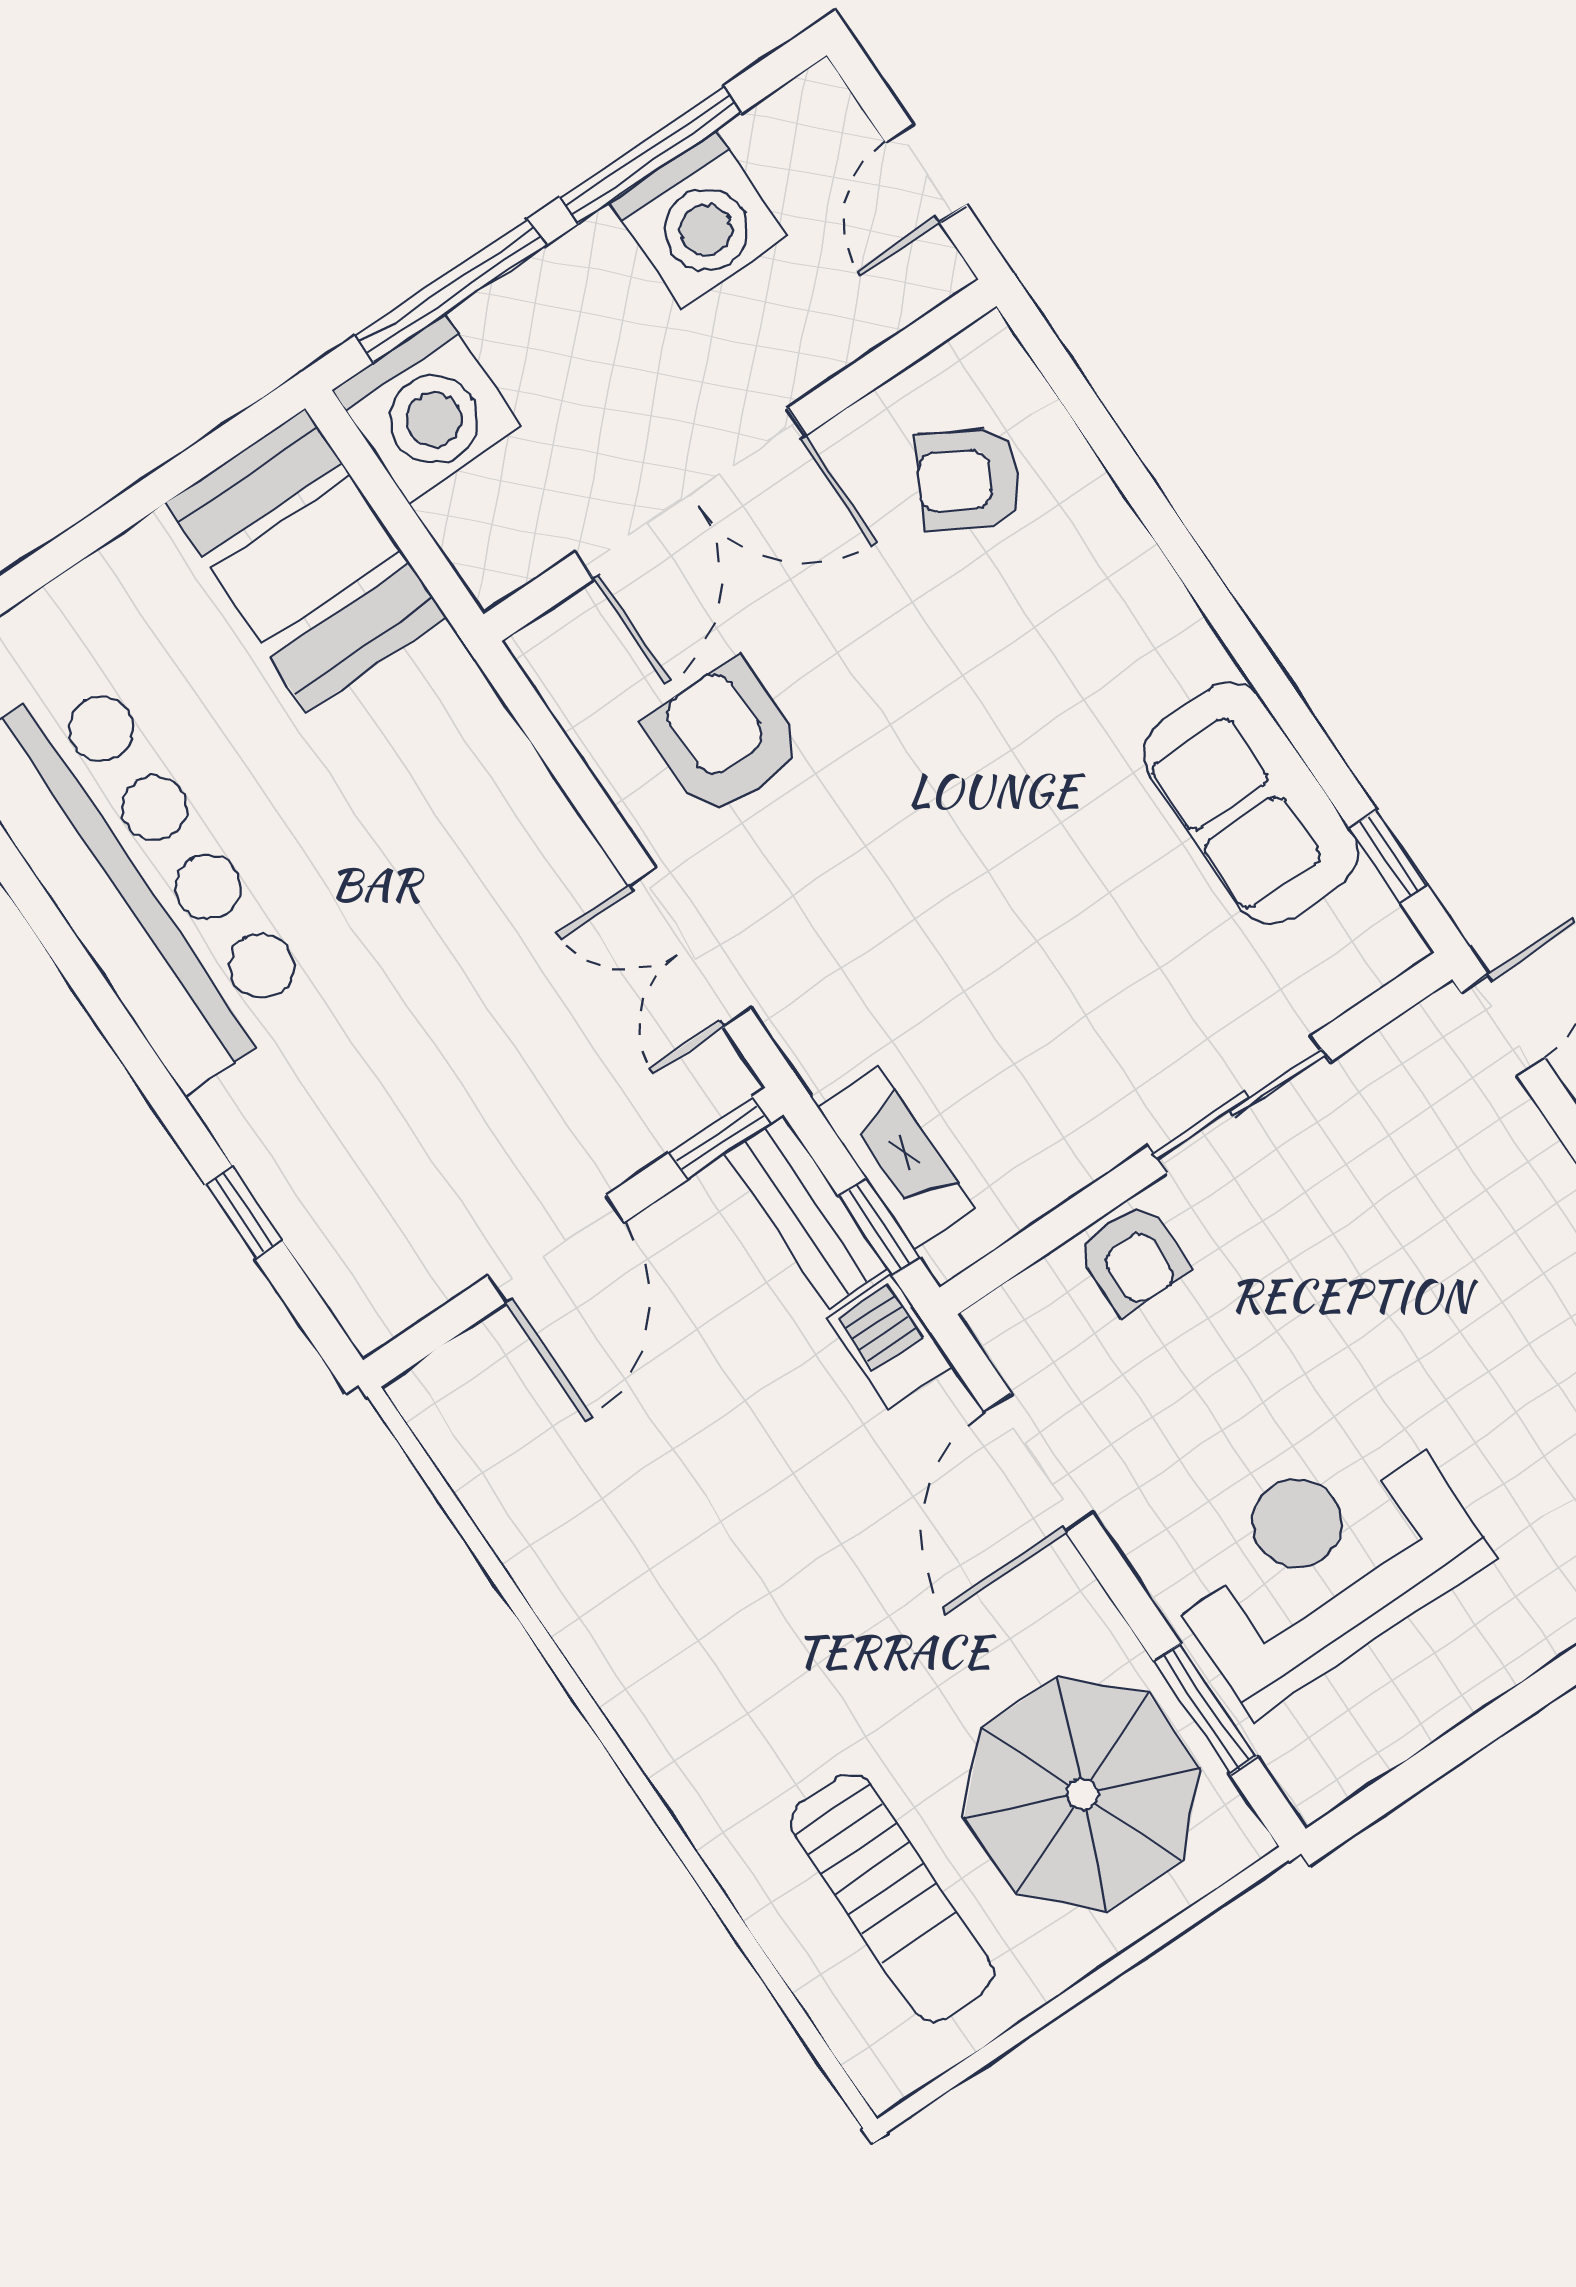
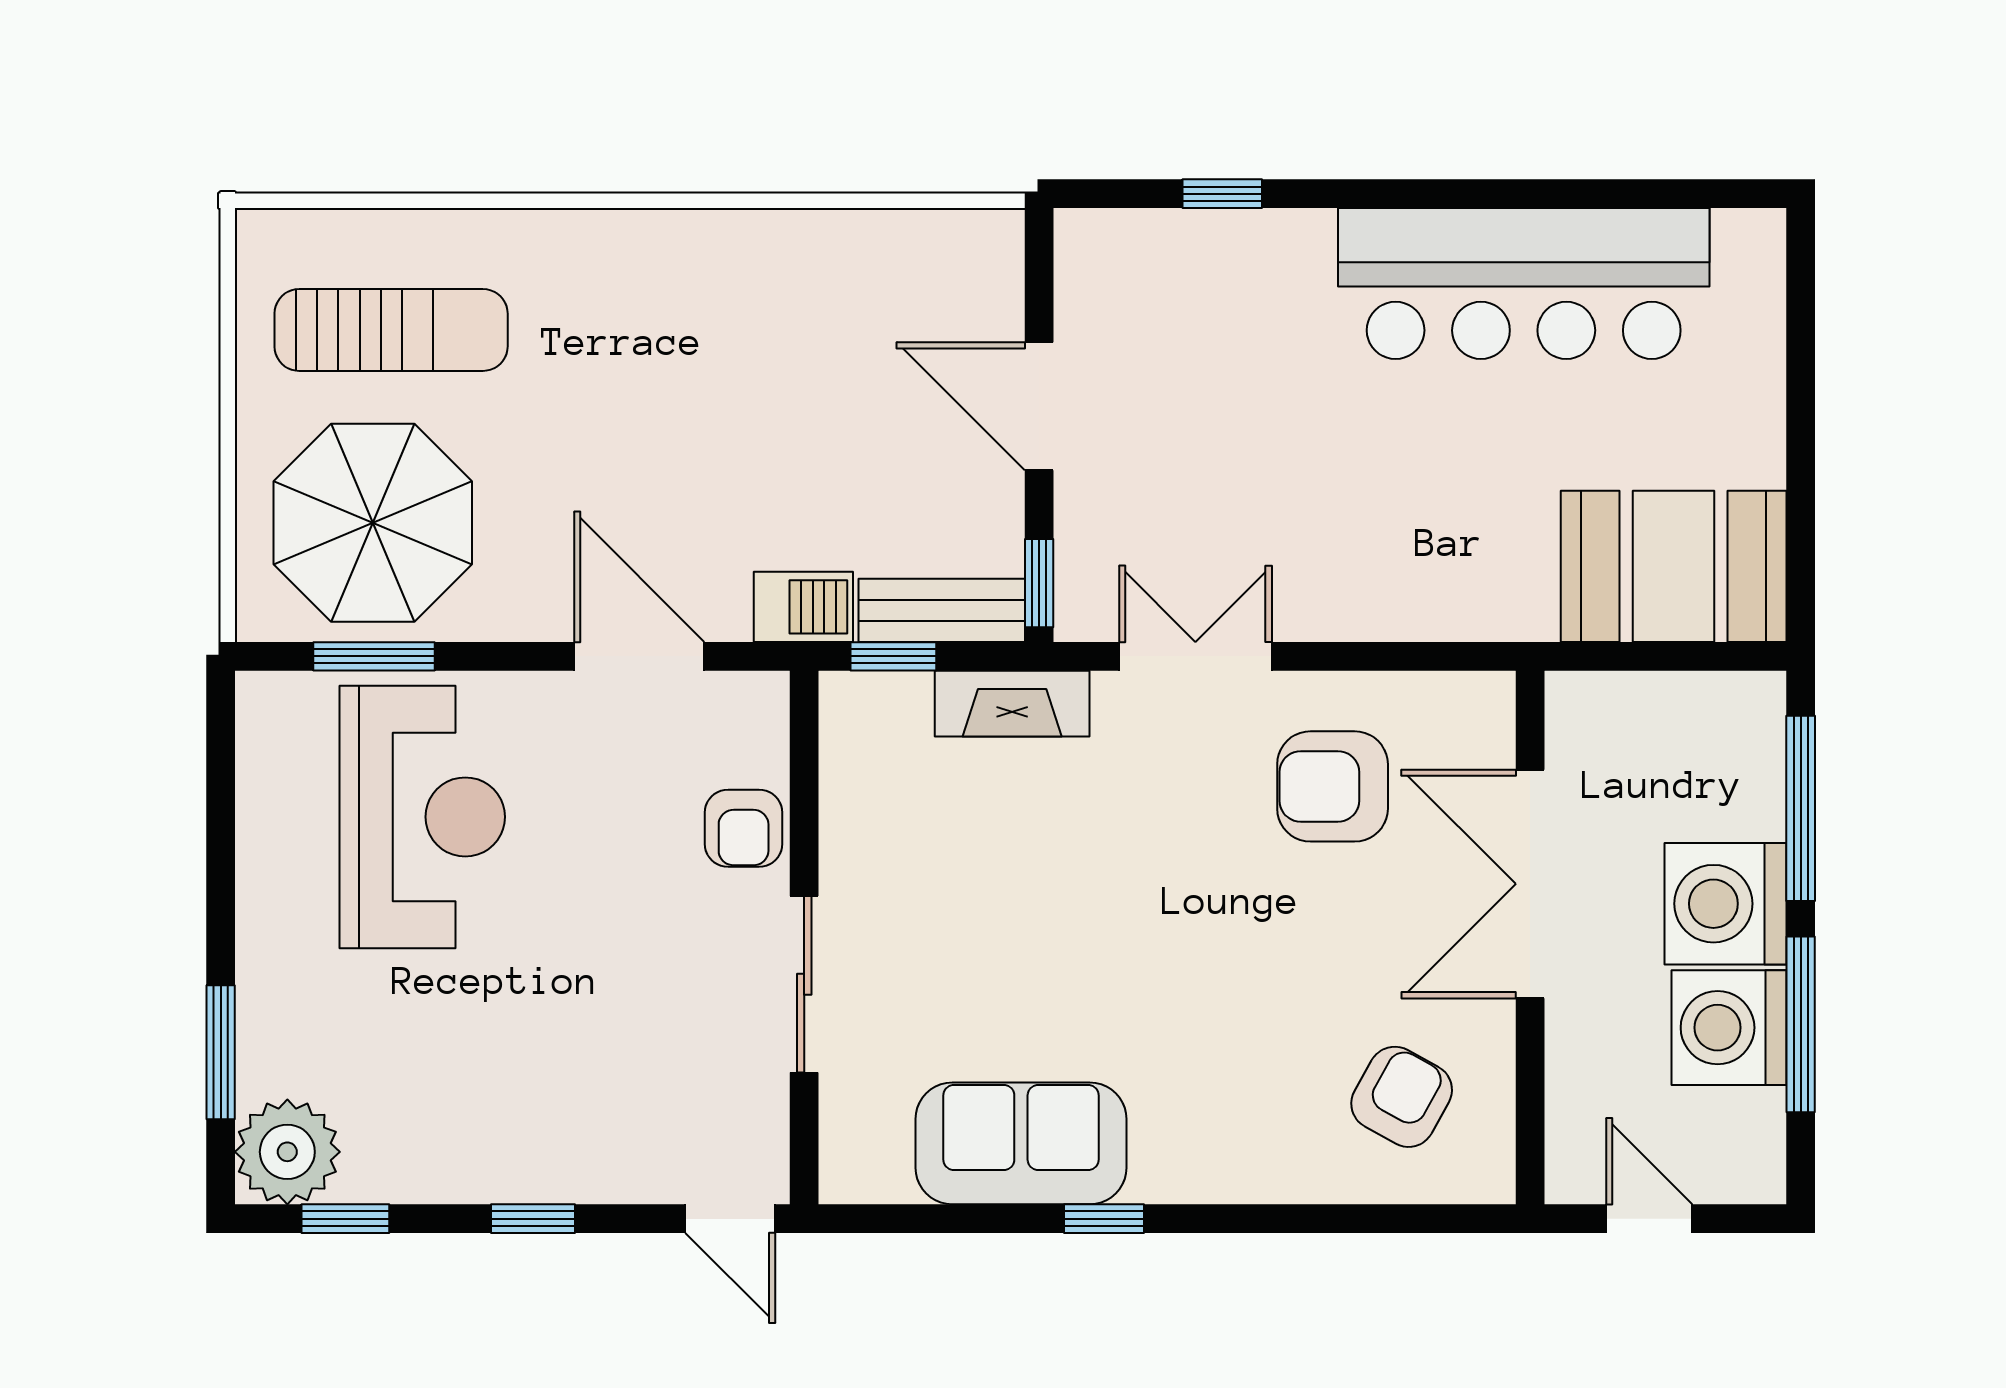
washing machine: (426, 408) -> (1726, 904), moved
armchair: (724, 738) -> (1333, 786), turned 180
window: (1389, 857) -> (1104, 1219), moved
fireplace: (896, 1158) -> (1012, 704), moved
armchair: (1133, 1258) -> (744, 828), turned -90
sun lounger: (892, 1898) -> (391, 330), turned 180

